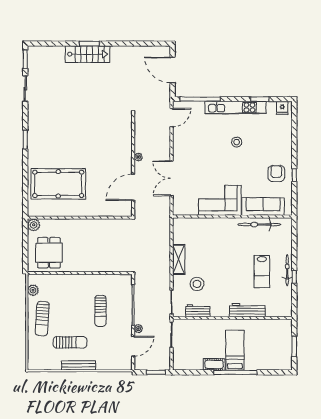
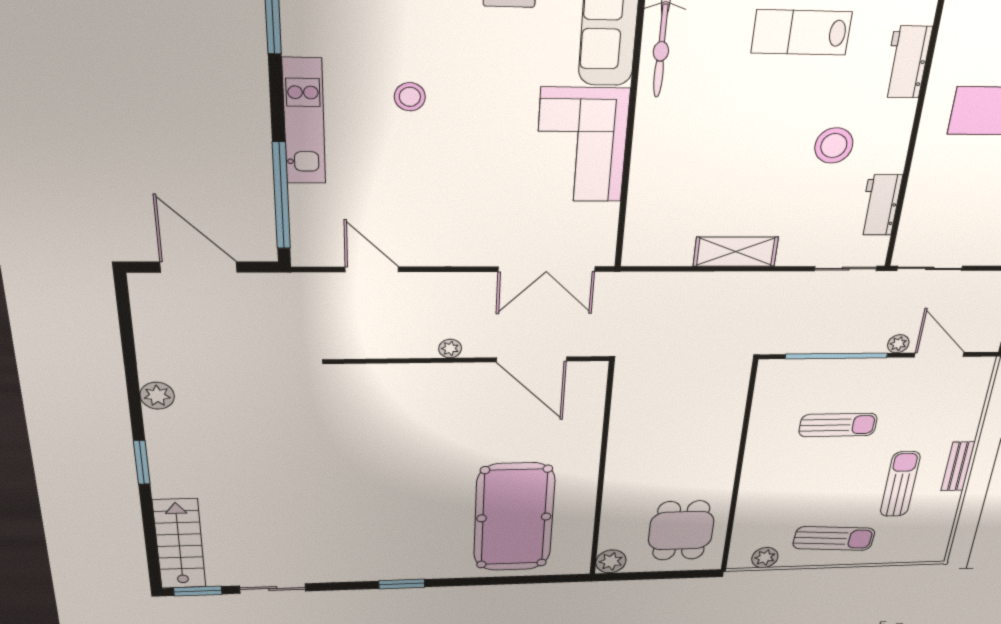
plant: (119, 52) -> (157, 396), added
stairs: (87, 54) -> (179, 544), moved
door: (173, 70) -> (199, 267), swing flipped
kitchen unit: (235, 108) -> (304, 122), width x0.73
door: (172, 118) -> (372, 269), moved
double door: (172, 178) -> (547, 269), moved
dining table: (49, 253) -> (681, 531), turned 90
lab bench: (262, 272) -> (801, 32), turned 180
stool: (197, 284) -> (834, 146), moved
workbench: (247, 310) -> (907, 62), width x0.73
bench: (79, 365) -> (958, 466), width x0.73

